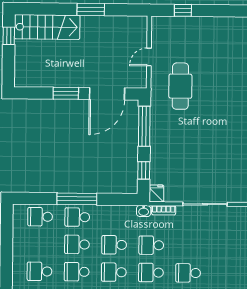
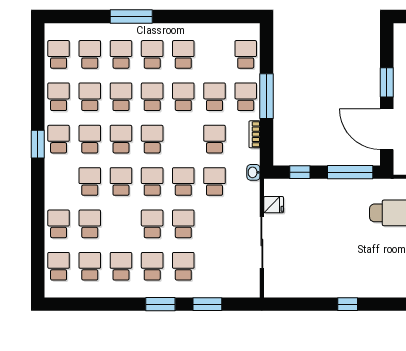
fridge: (156, 193) -> (274, 205), moved
bookcase: (164, 210) -> (255, 134), moved
school desk: (114, 272) -> (183, 266), moved

